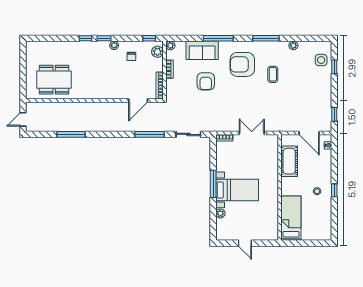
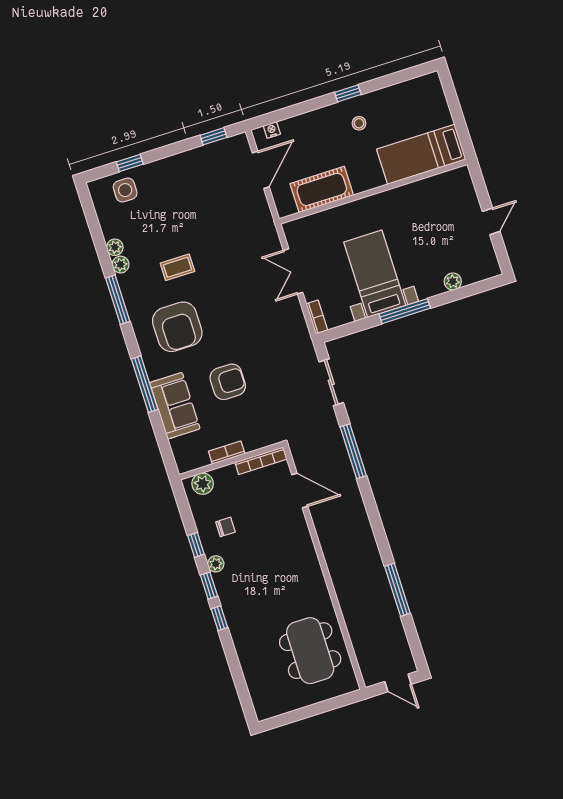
window: (149, 38) -> (196, 545), moved
plant: (170, 45) -> (121, 265), moved
bed with nightstands: (237, 190) -> (375, 274), moved

